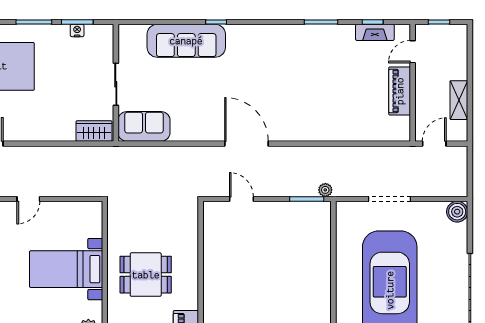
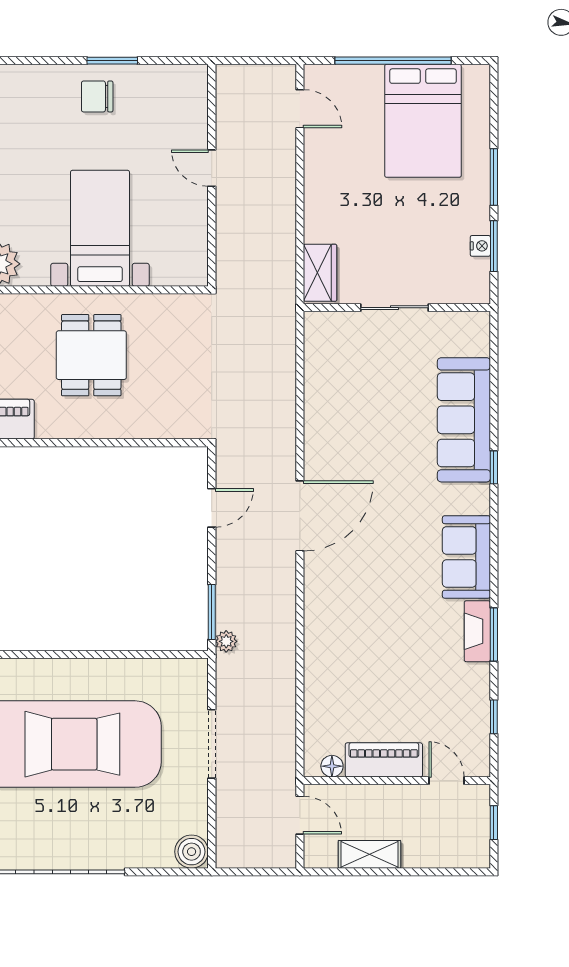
fireplace: (375, 32) -> (477, 631), moved
floor lamp: (404, 124) -> (332, 766), added
sofa: (144, 126) -> (466, 557), moved, turned 180

